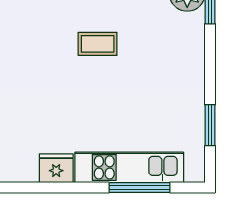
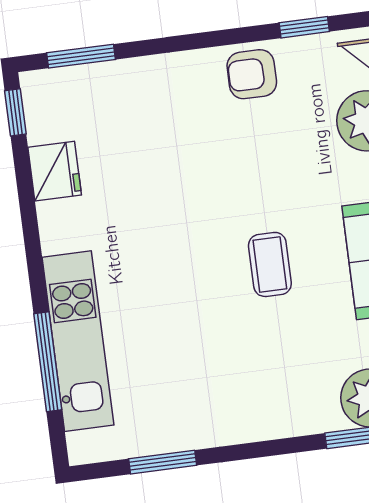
fridge: (56, 168) -> (55, 171), moved

